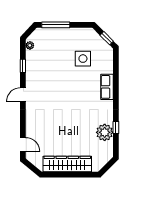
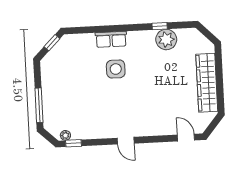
side table: (83, 59) -> (116, 69), moved
window: (23, 66) -> (73, 143), moved
door: (23, 145) -> (186, 138), hinge flipped

